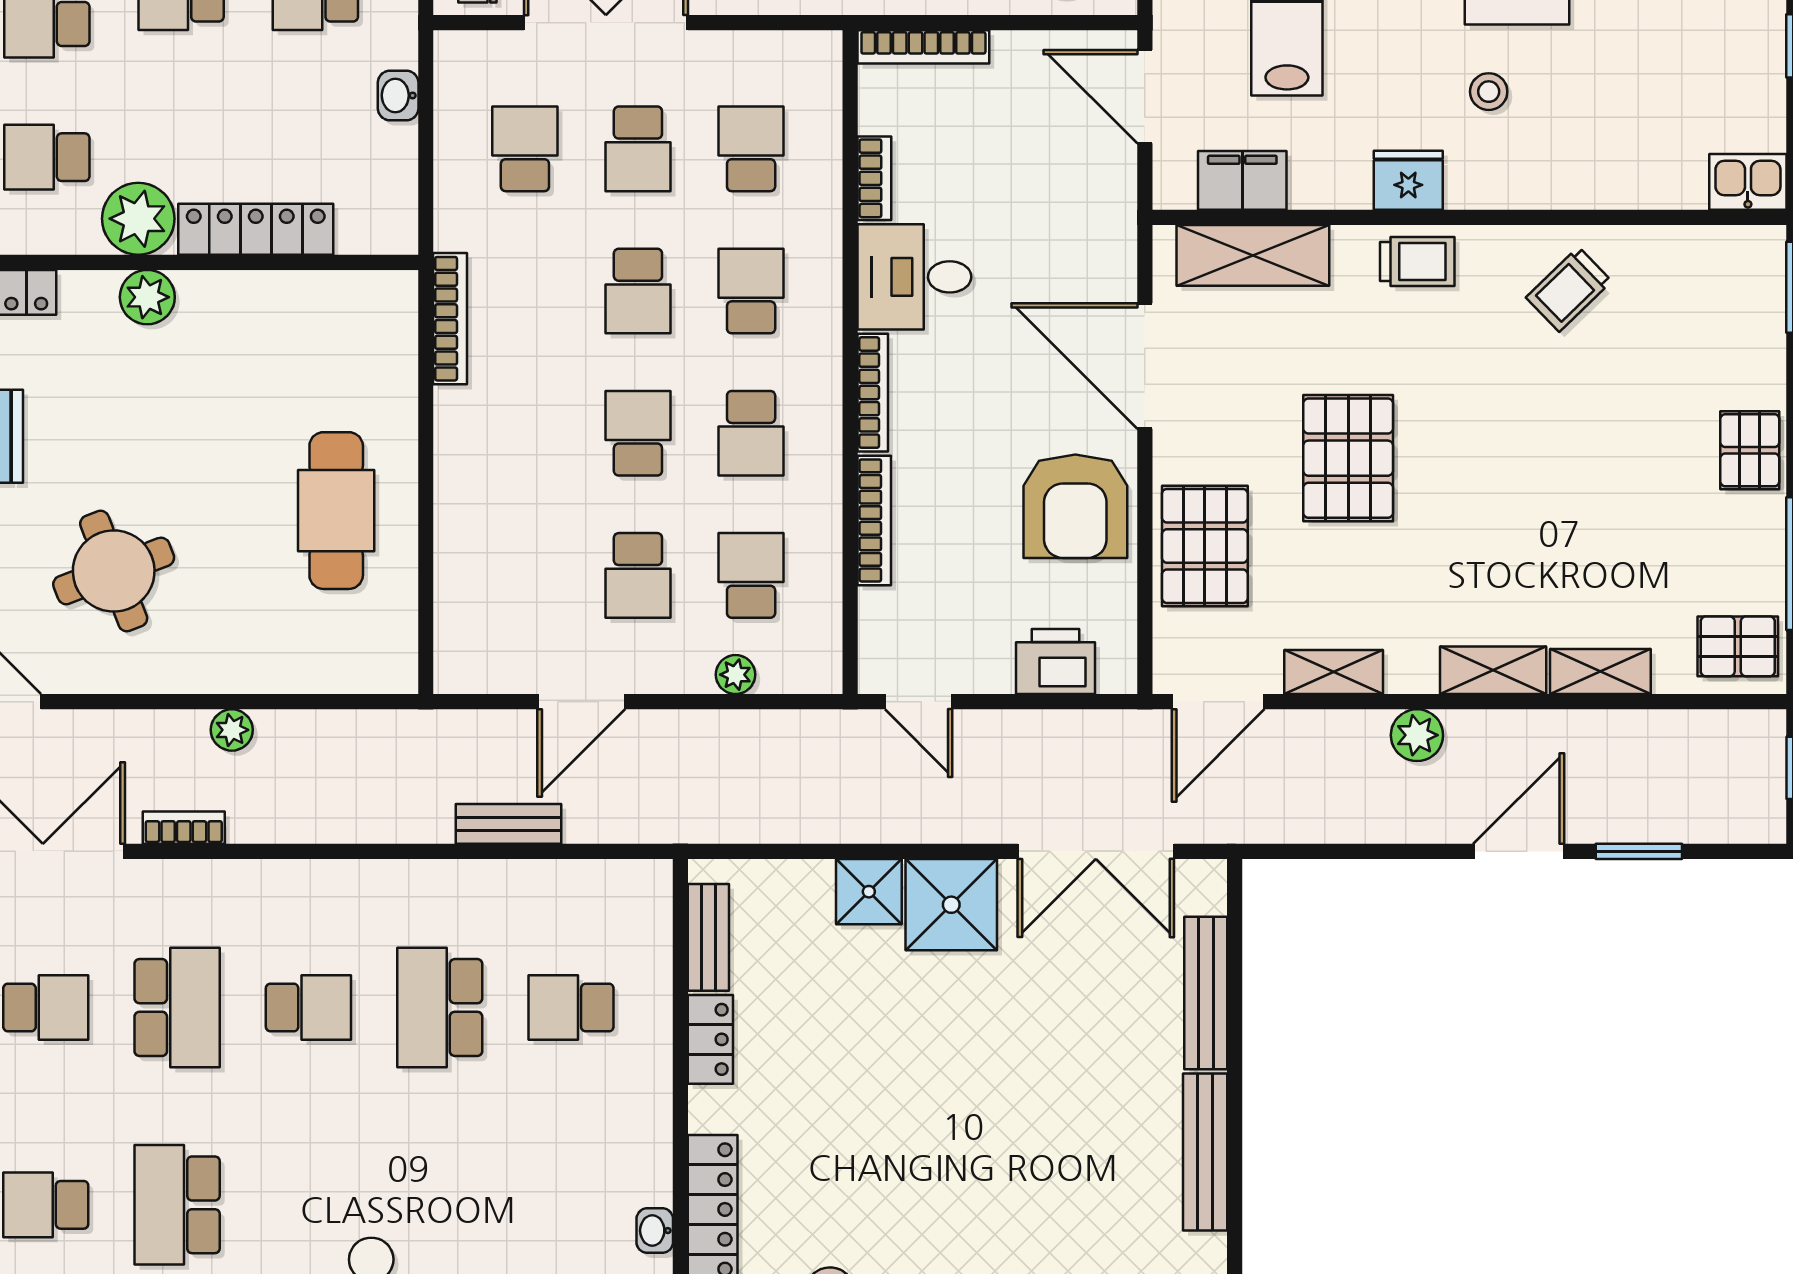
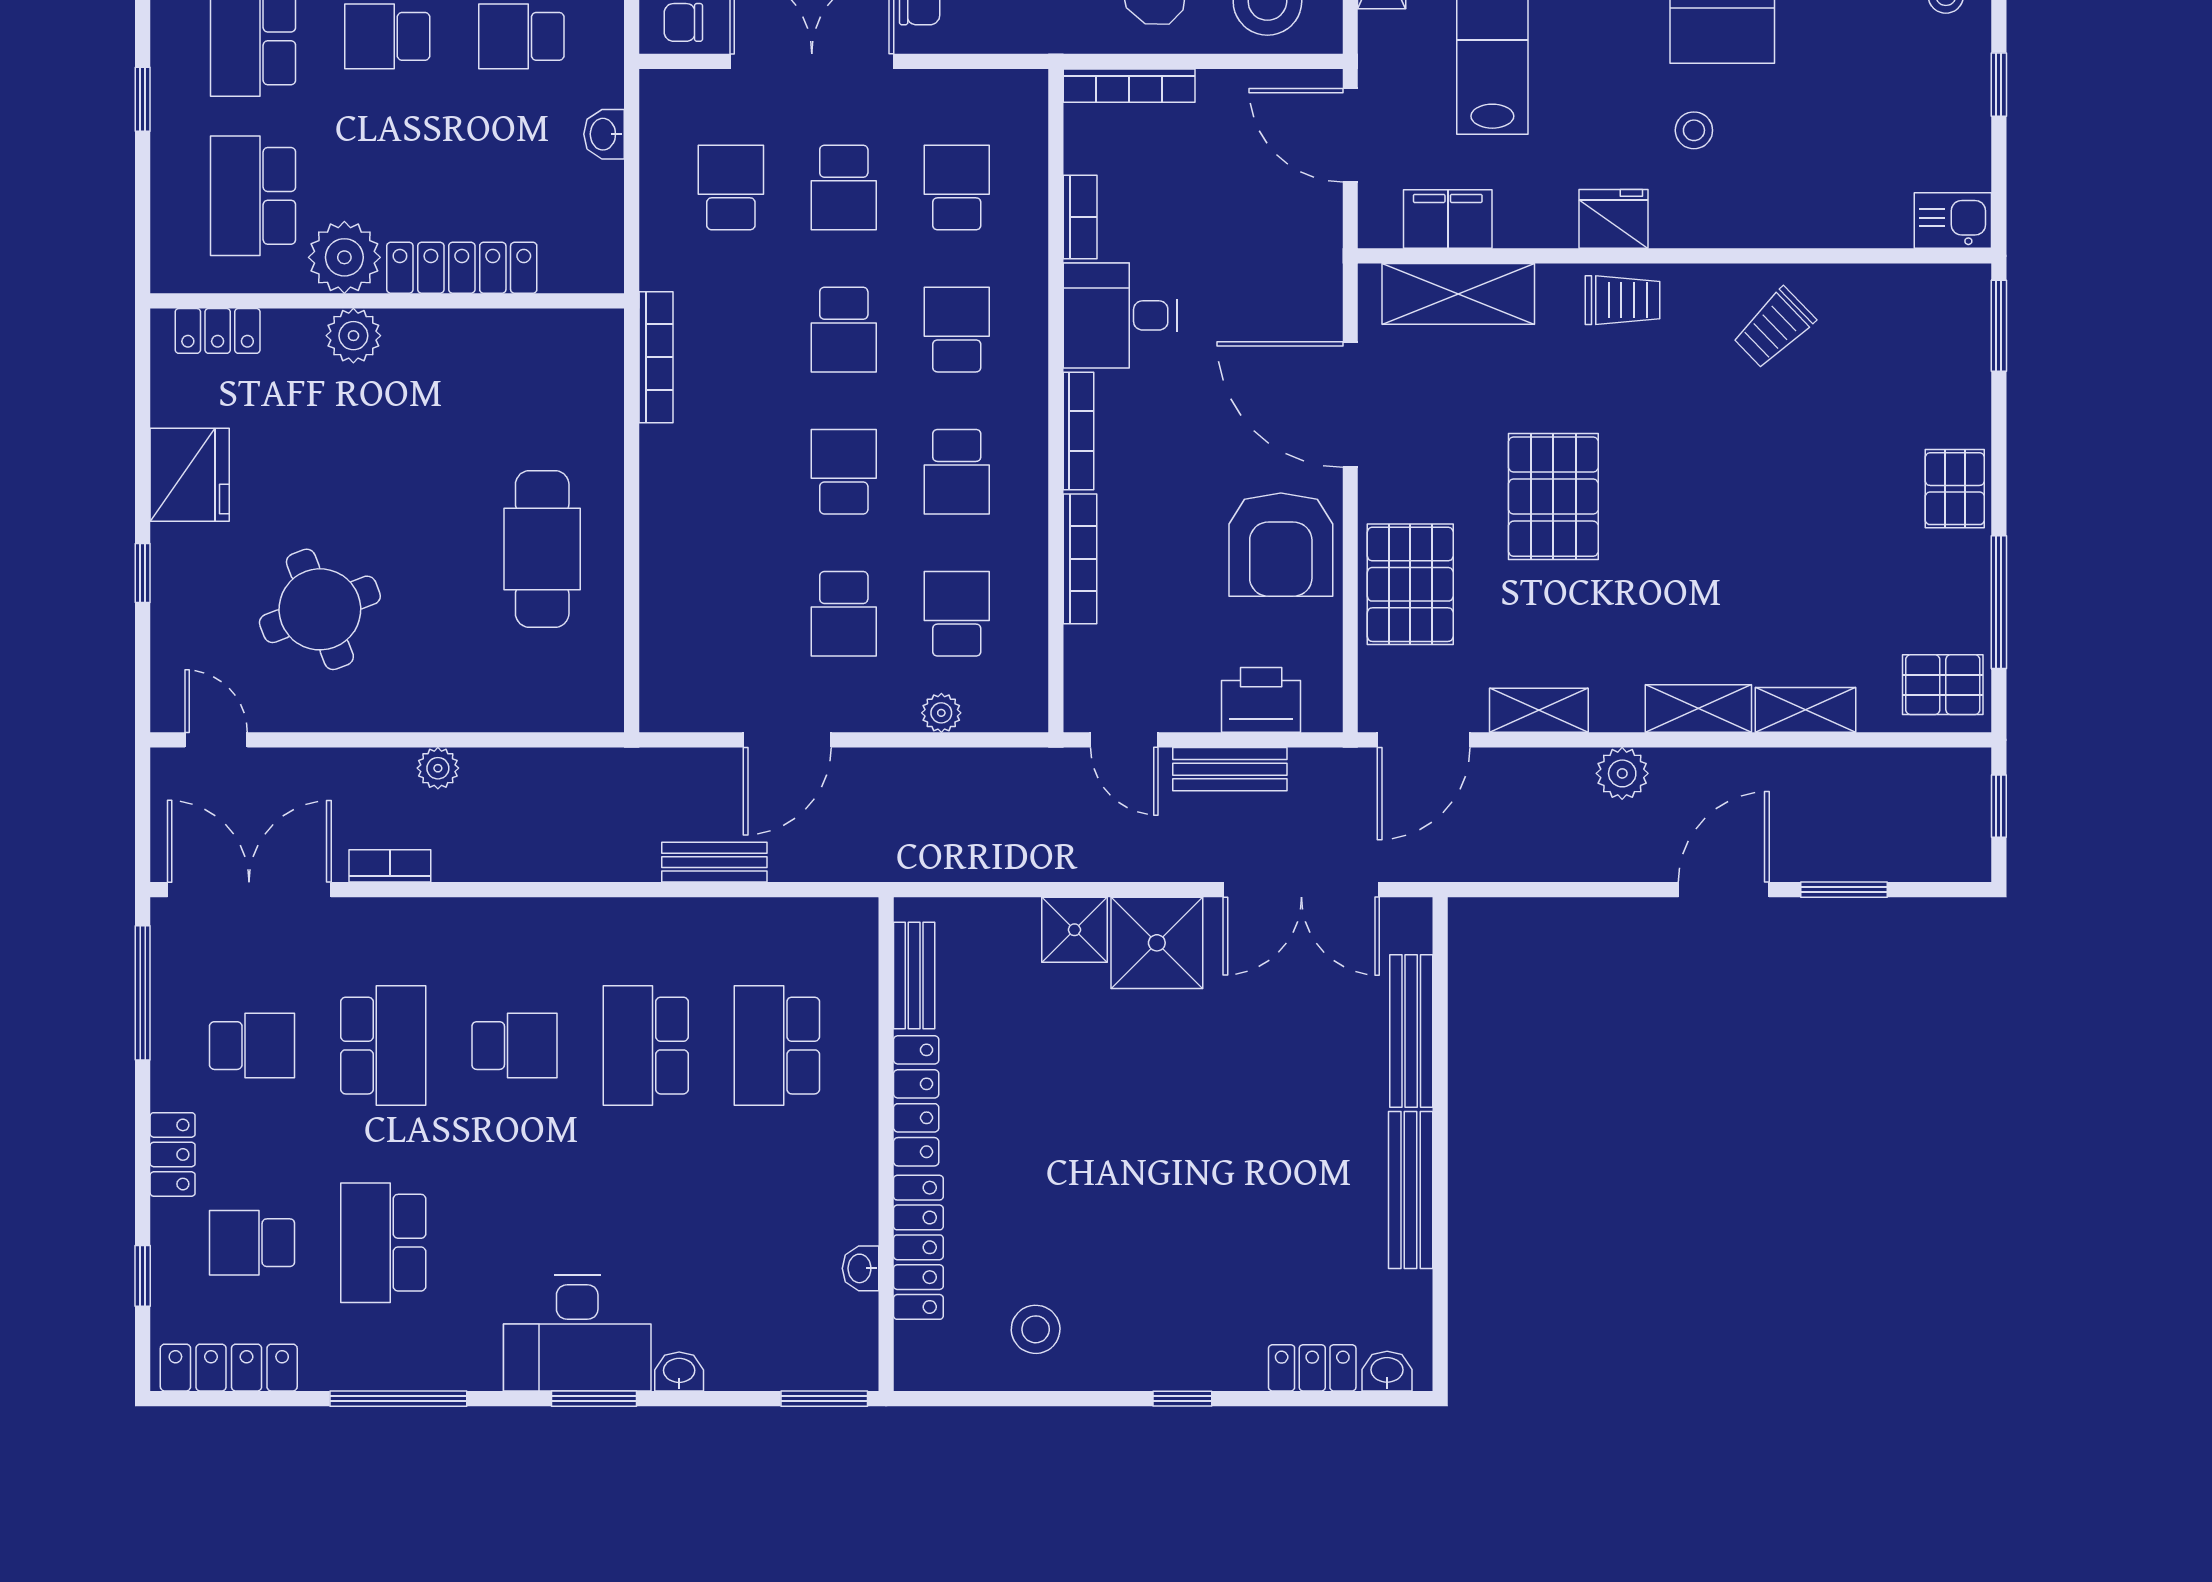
school desk: (47, 157) -> (253, 196), width x1.85
bench: (1024, 731) -> (1230, 769), added
school desk: (571, 1008) -> (777, 1046), width x1.85
locker: (710, 1039) -> (916, 1101), width x1.53

